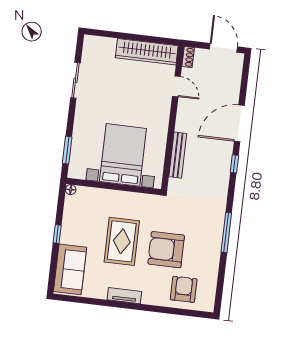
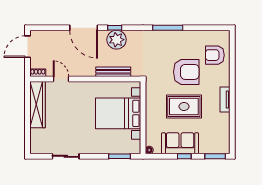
door: (176, 86) -> (61, 79), hinge flipped
plant: (219, 164) -> (117, 40), added
armchair: (166, 250) -> (186, 72), turned -90
sofa: (70, 269) -> (180, 143), moved
window: (52, 274) -> (215, 156), added

